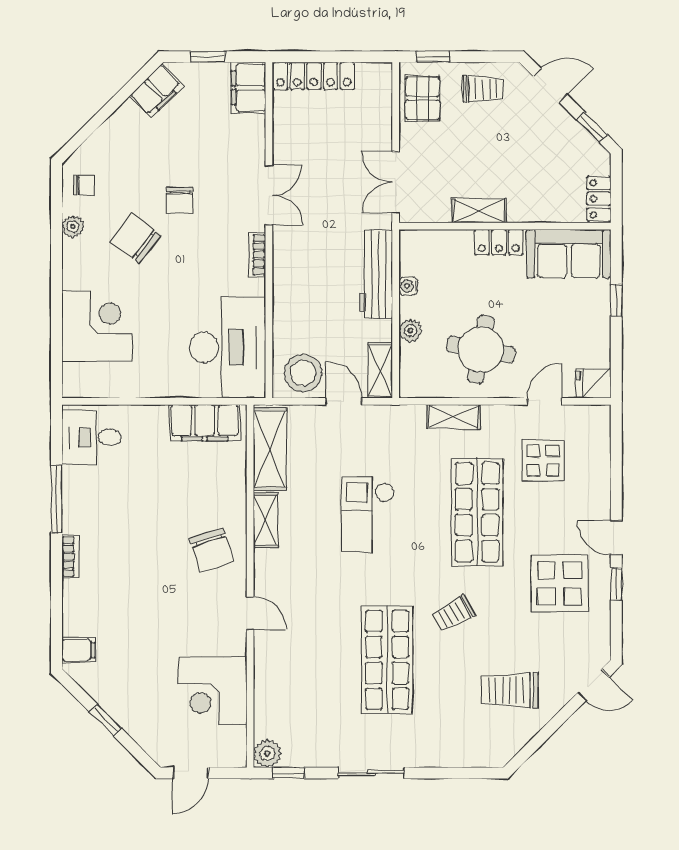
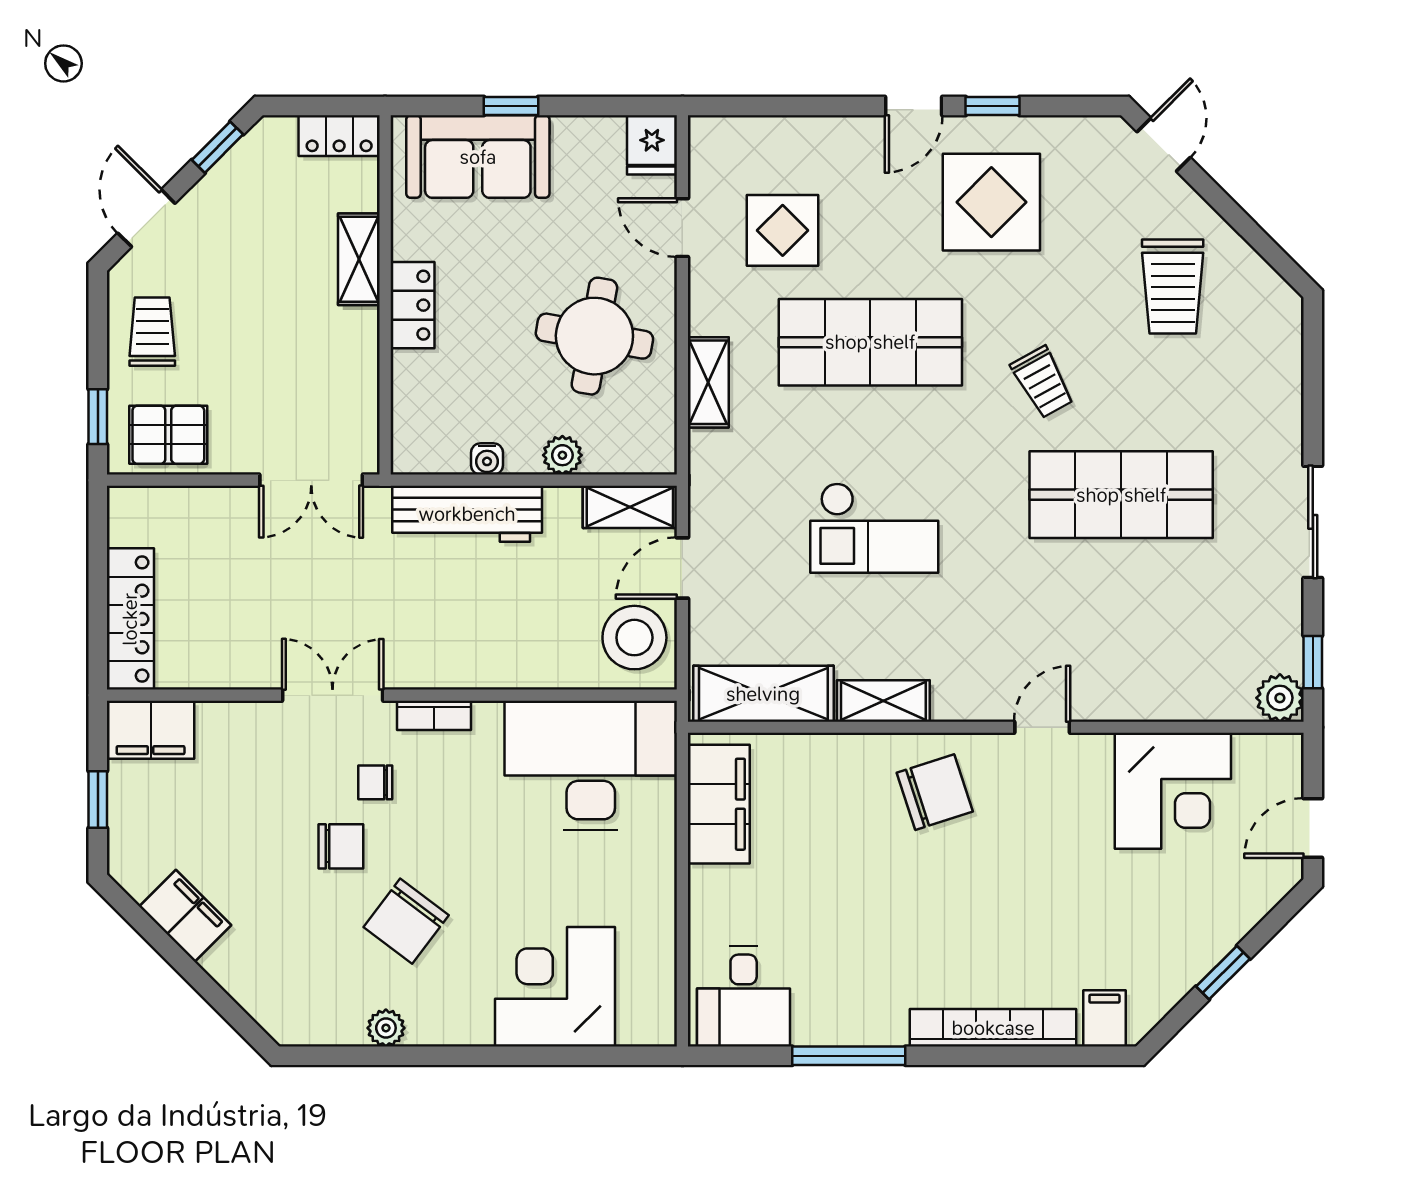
filing cabinet: (156, 91) -> (185, 916), moved
chair: (84, 185) -> (375, 782), moved, turned -90
shelving: (479, 211) -> (359, 259), moved
sofa: (569, 254) -> (478, 157), moved, turned 90
bookcase: (70, 557) -> (993, 1028), width x2.31, depth x1.31
door: (191, 773) -> (1313, 828), swing flipped

